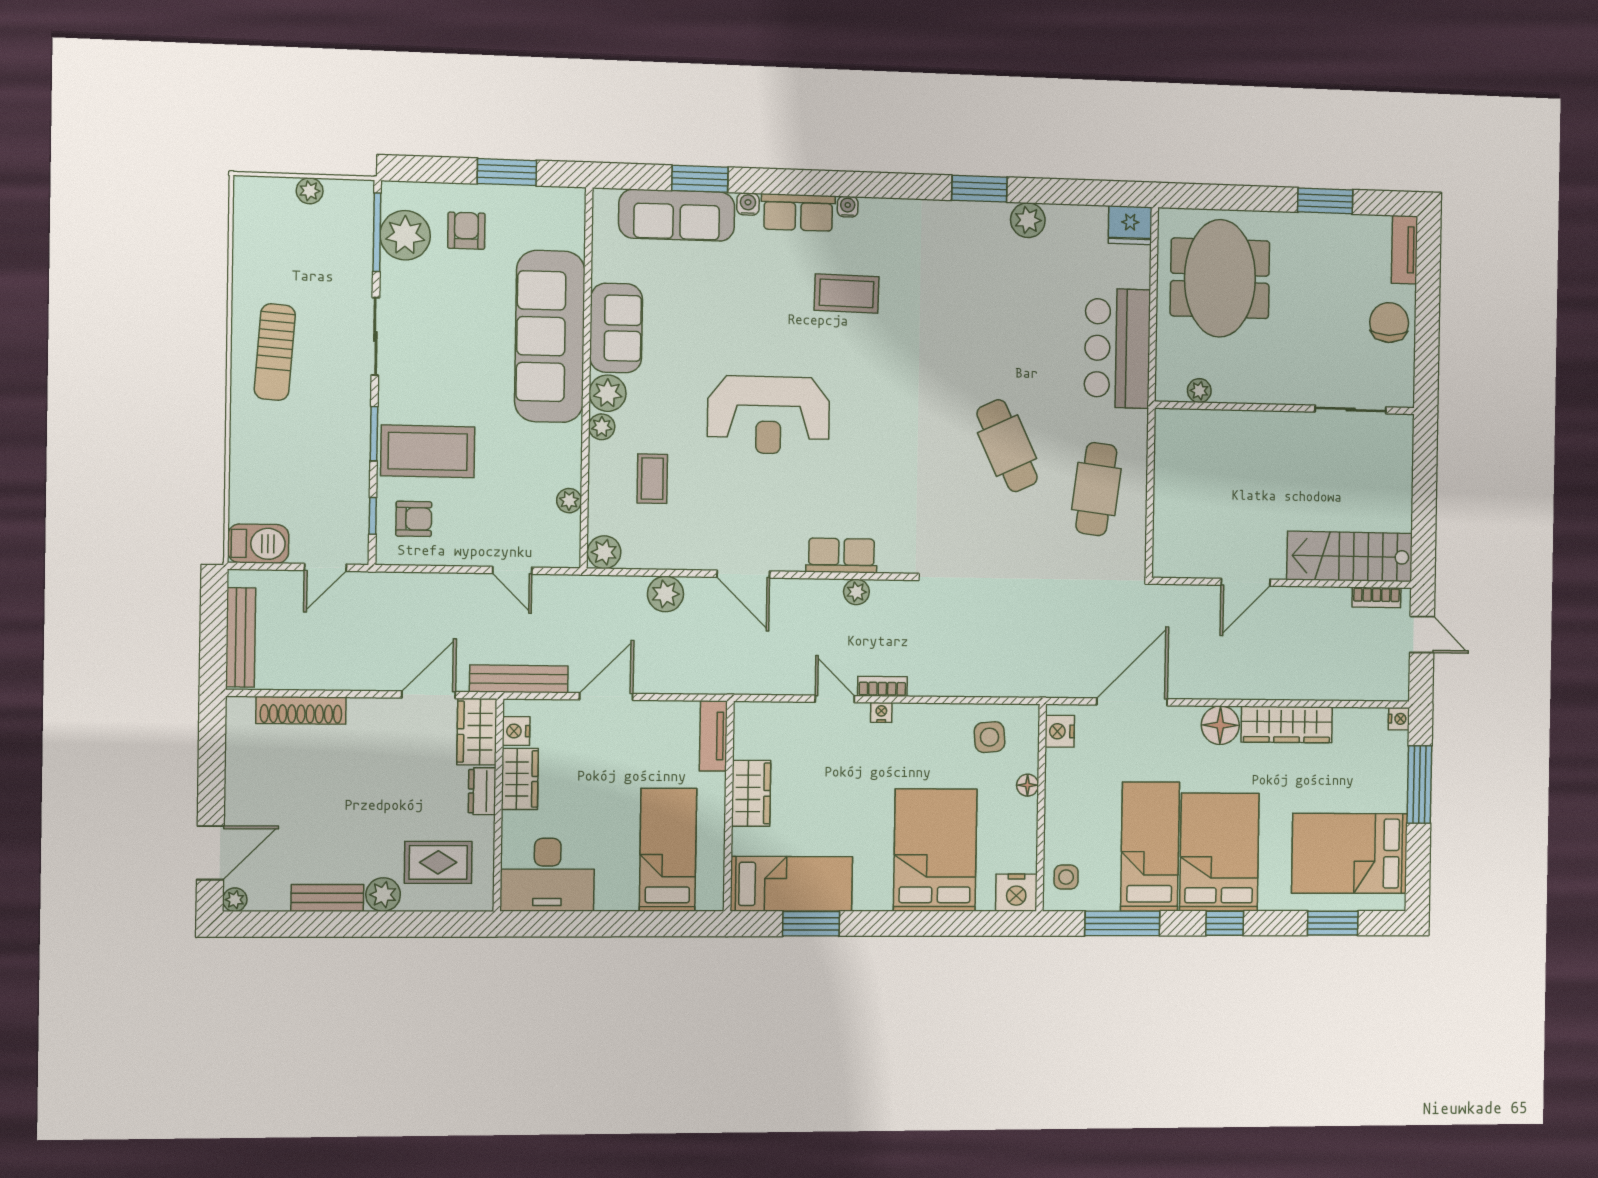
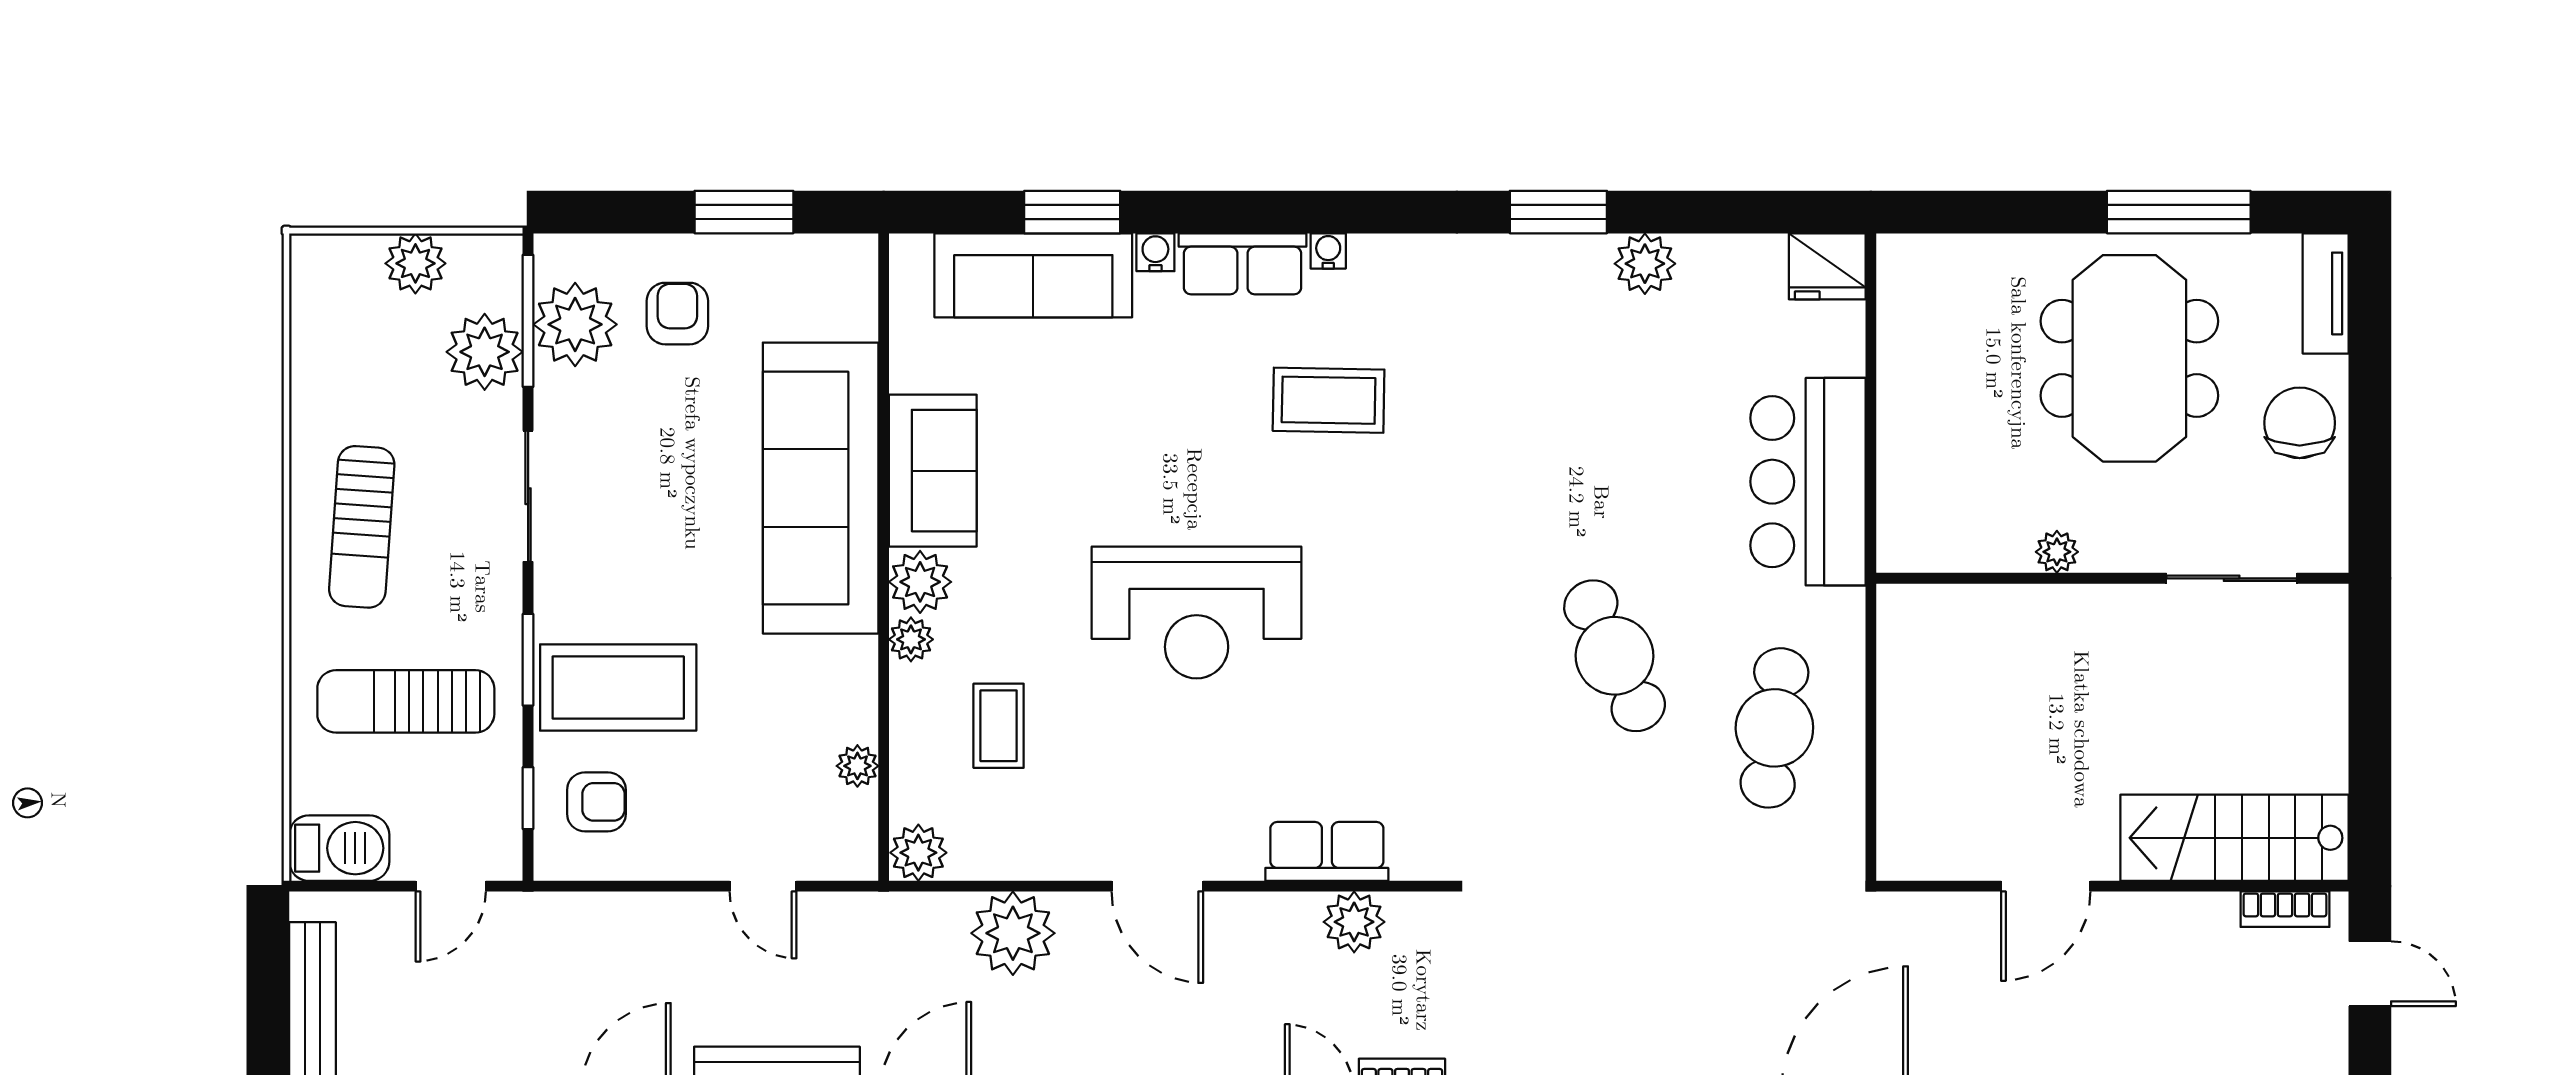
plant: (310, 191) -> (415, 263), width x1.38, depth x1.38
window: (1325, 201) -> (2179, 212), width x1.44
plant: (350, 250) -> (485, 352), added
meeting table: (1220, 278) -> (2129, 358), moved
plant: (1199, 391) -> (2057, 552), moved
sun lounger: (300, 457) -> (406, 701), added
plant: (856, 592) -> (1354, 922), width x1.38, depth x1.38
plant: (665, 594) -> (1013, 933), width x1.36, depth x1.36

